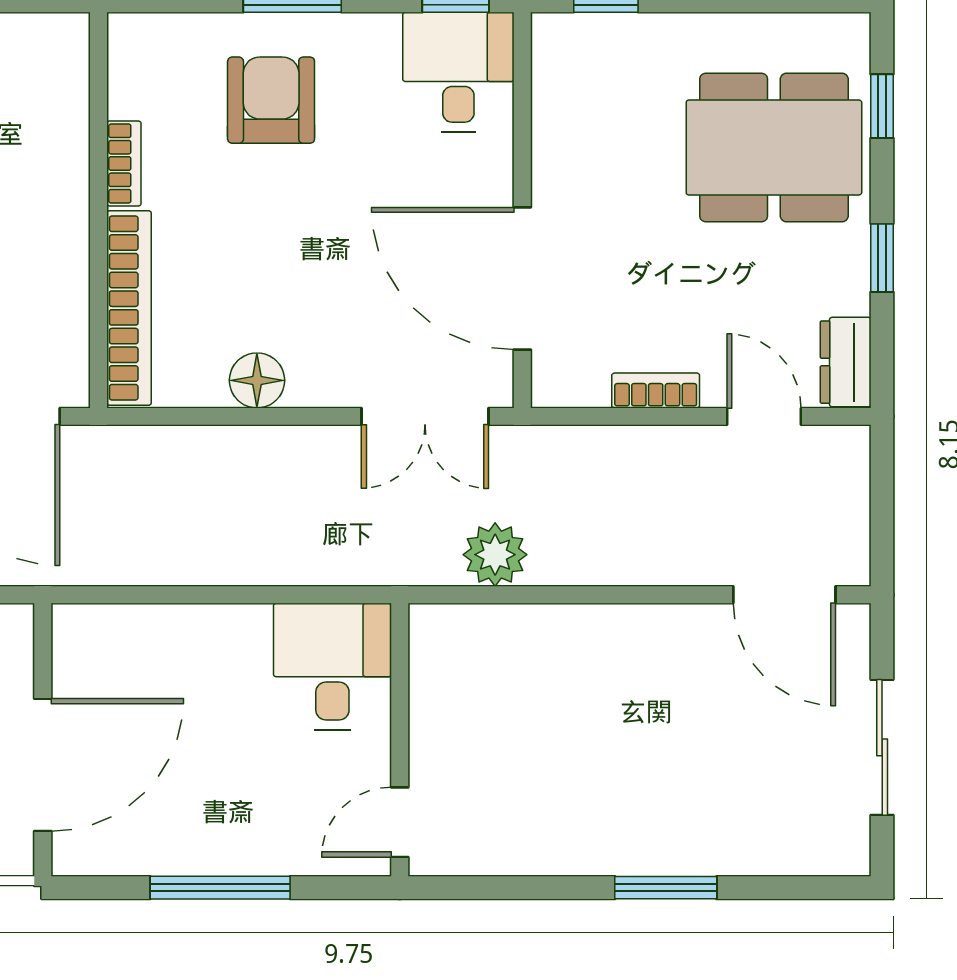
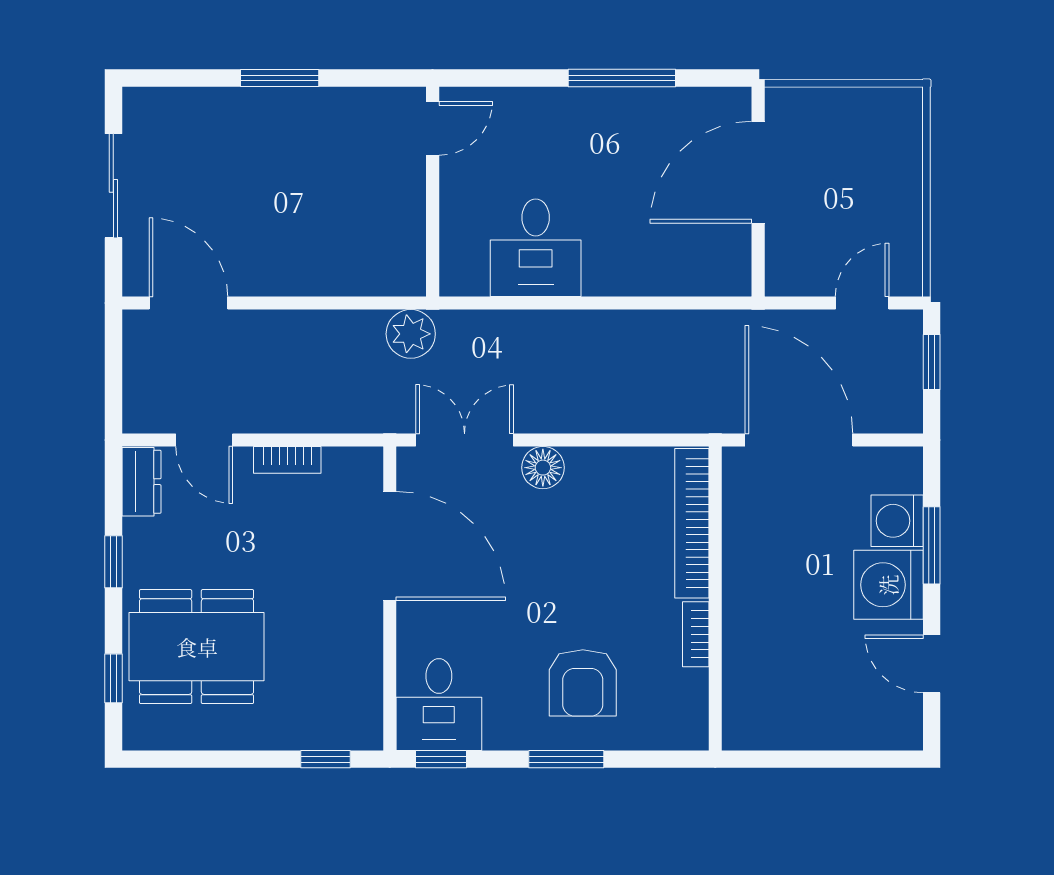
floor lamp: (257, 380) -> (543, 468), moved
wall: (400, 740) -> (433, 192), moved
door: (400, 822) -> (433, 128), moved

